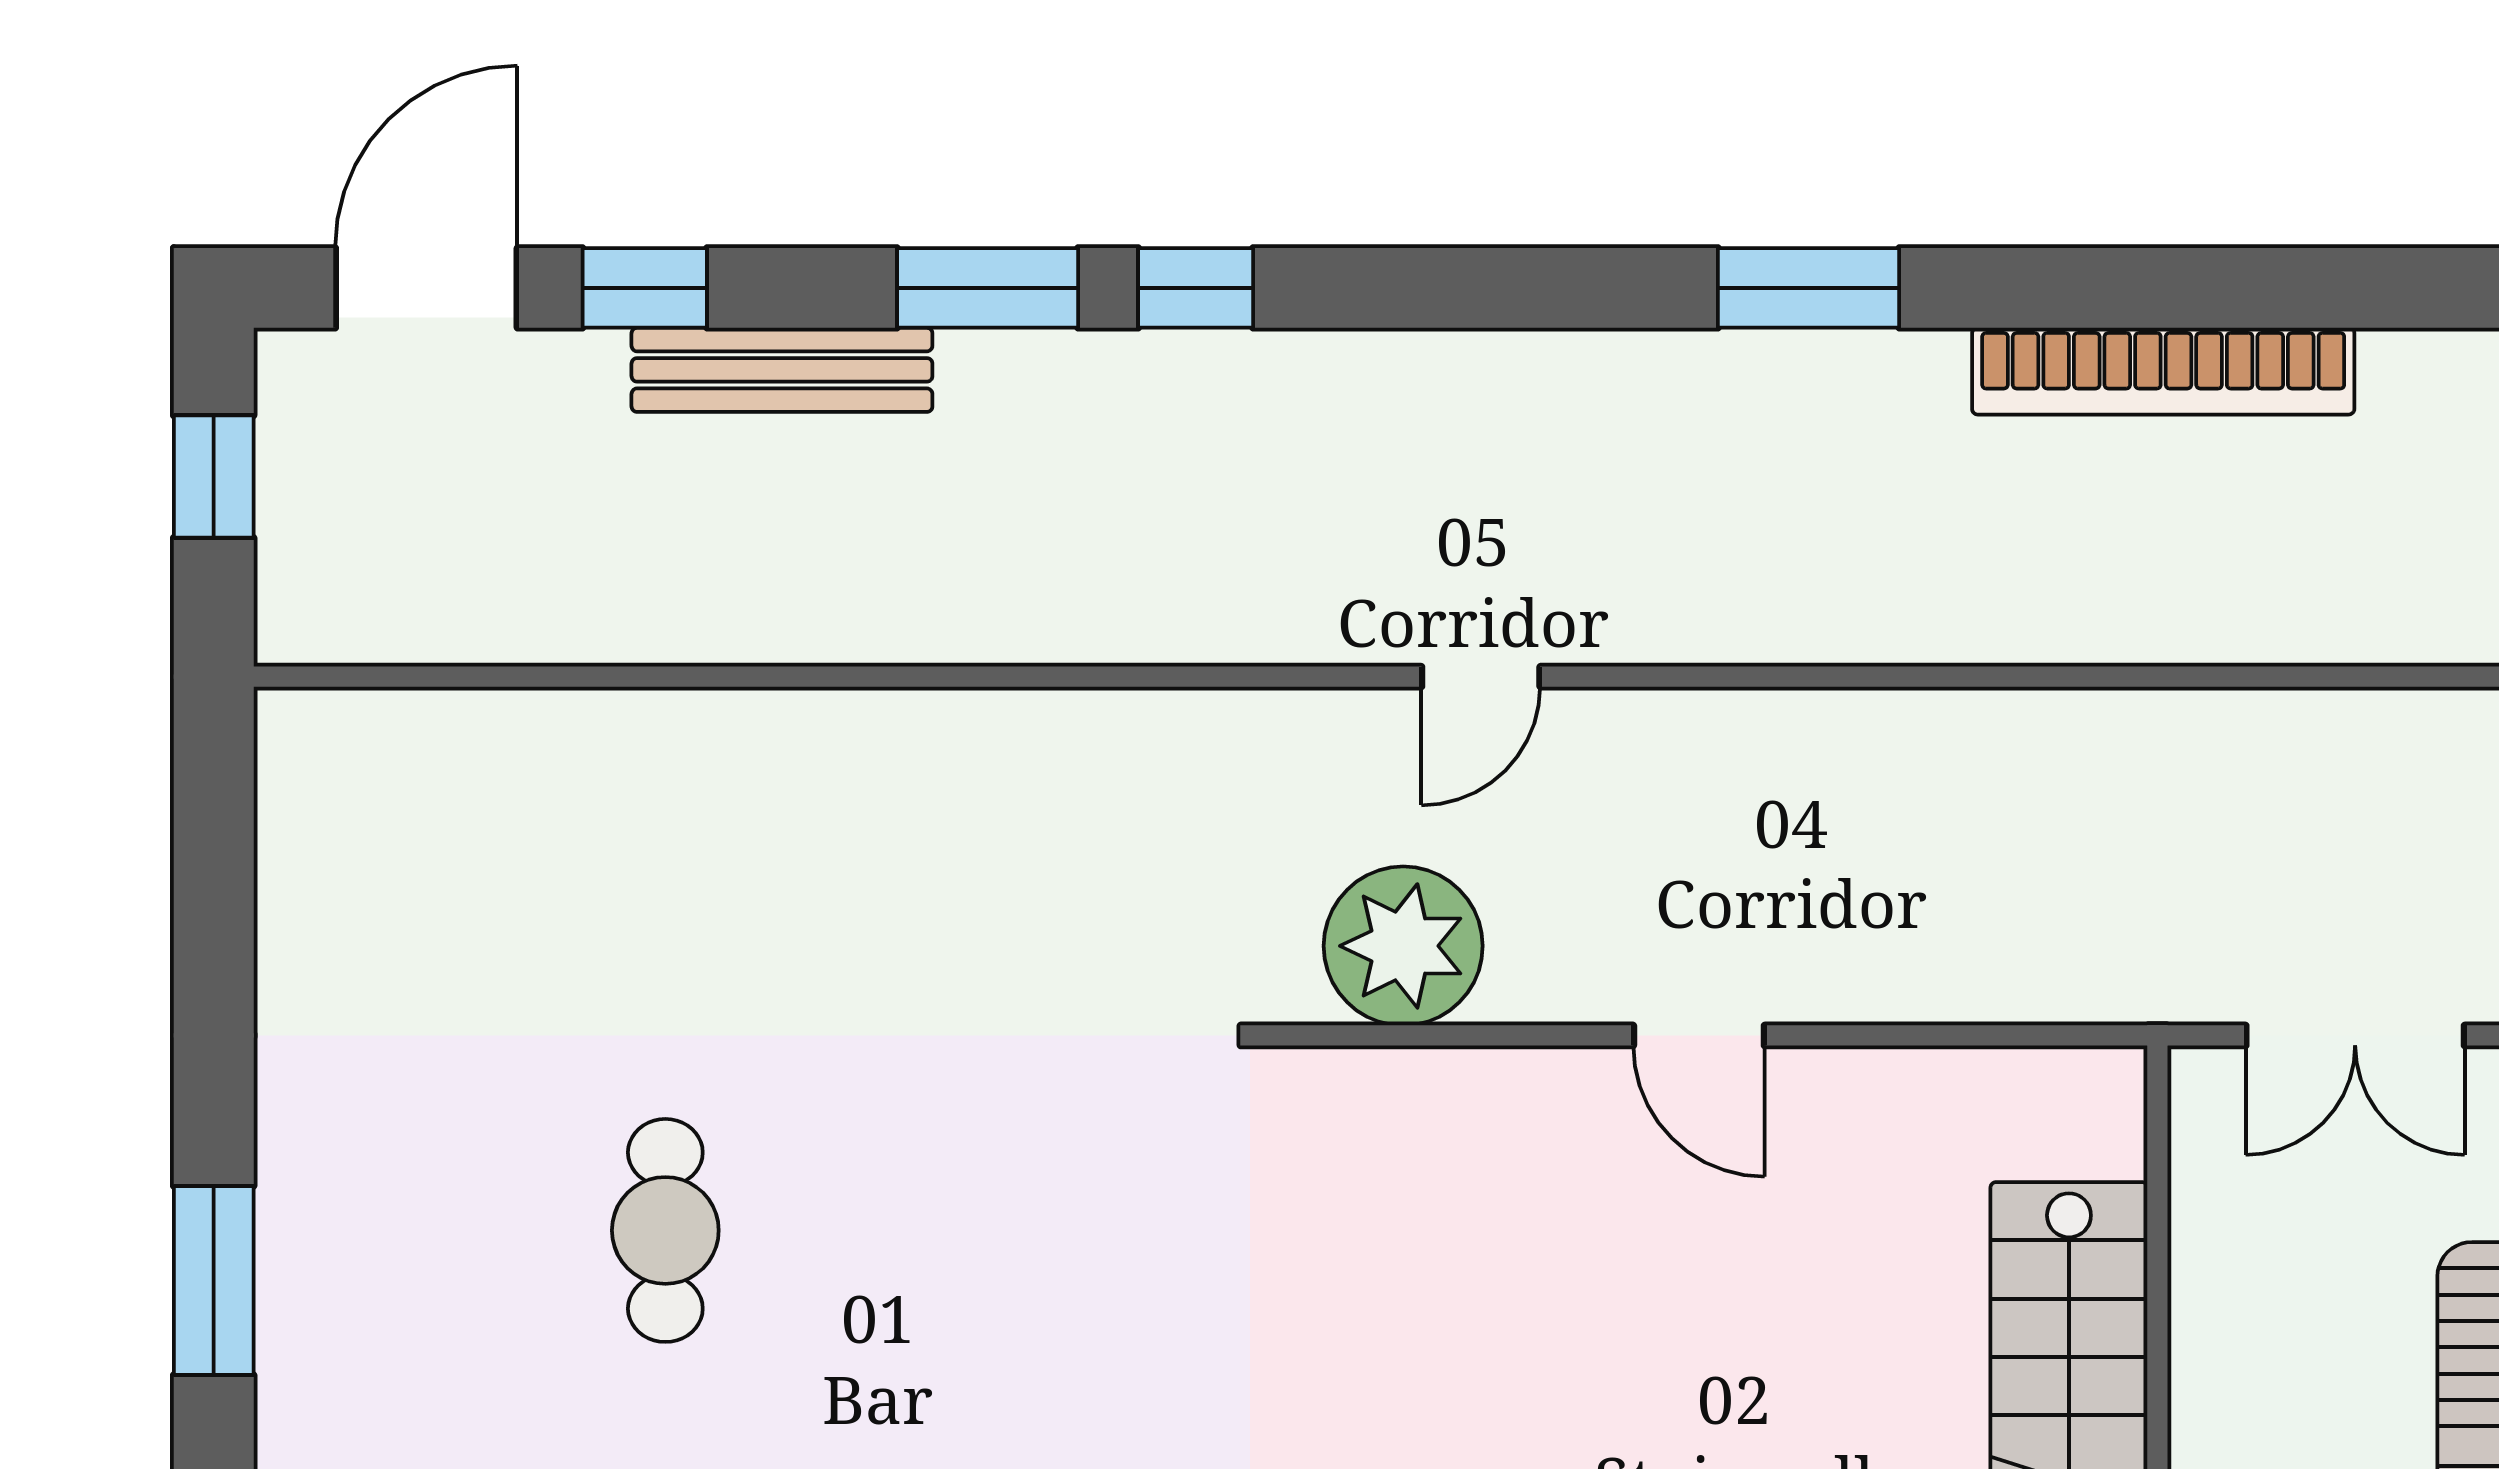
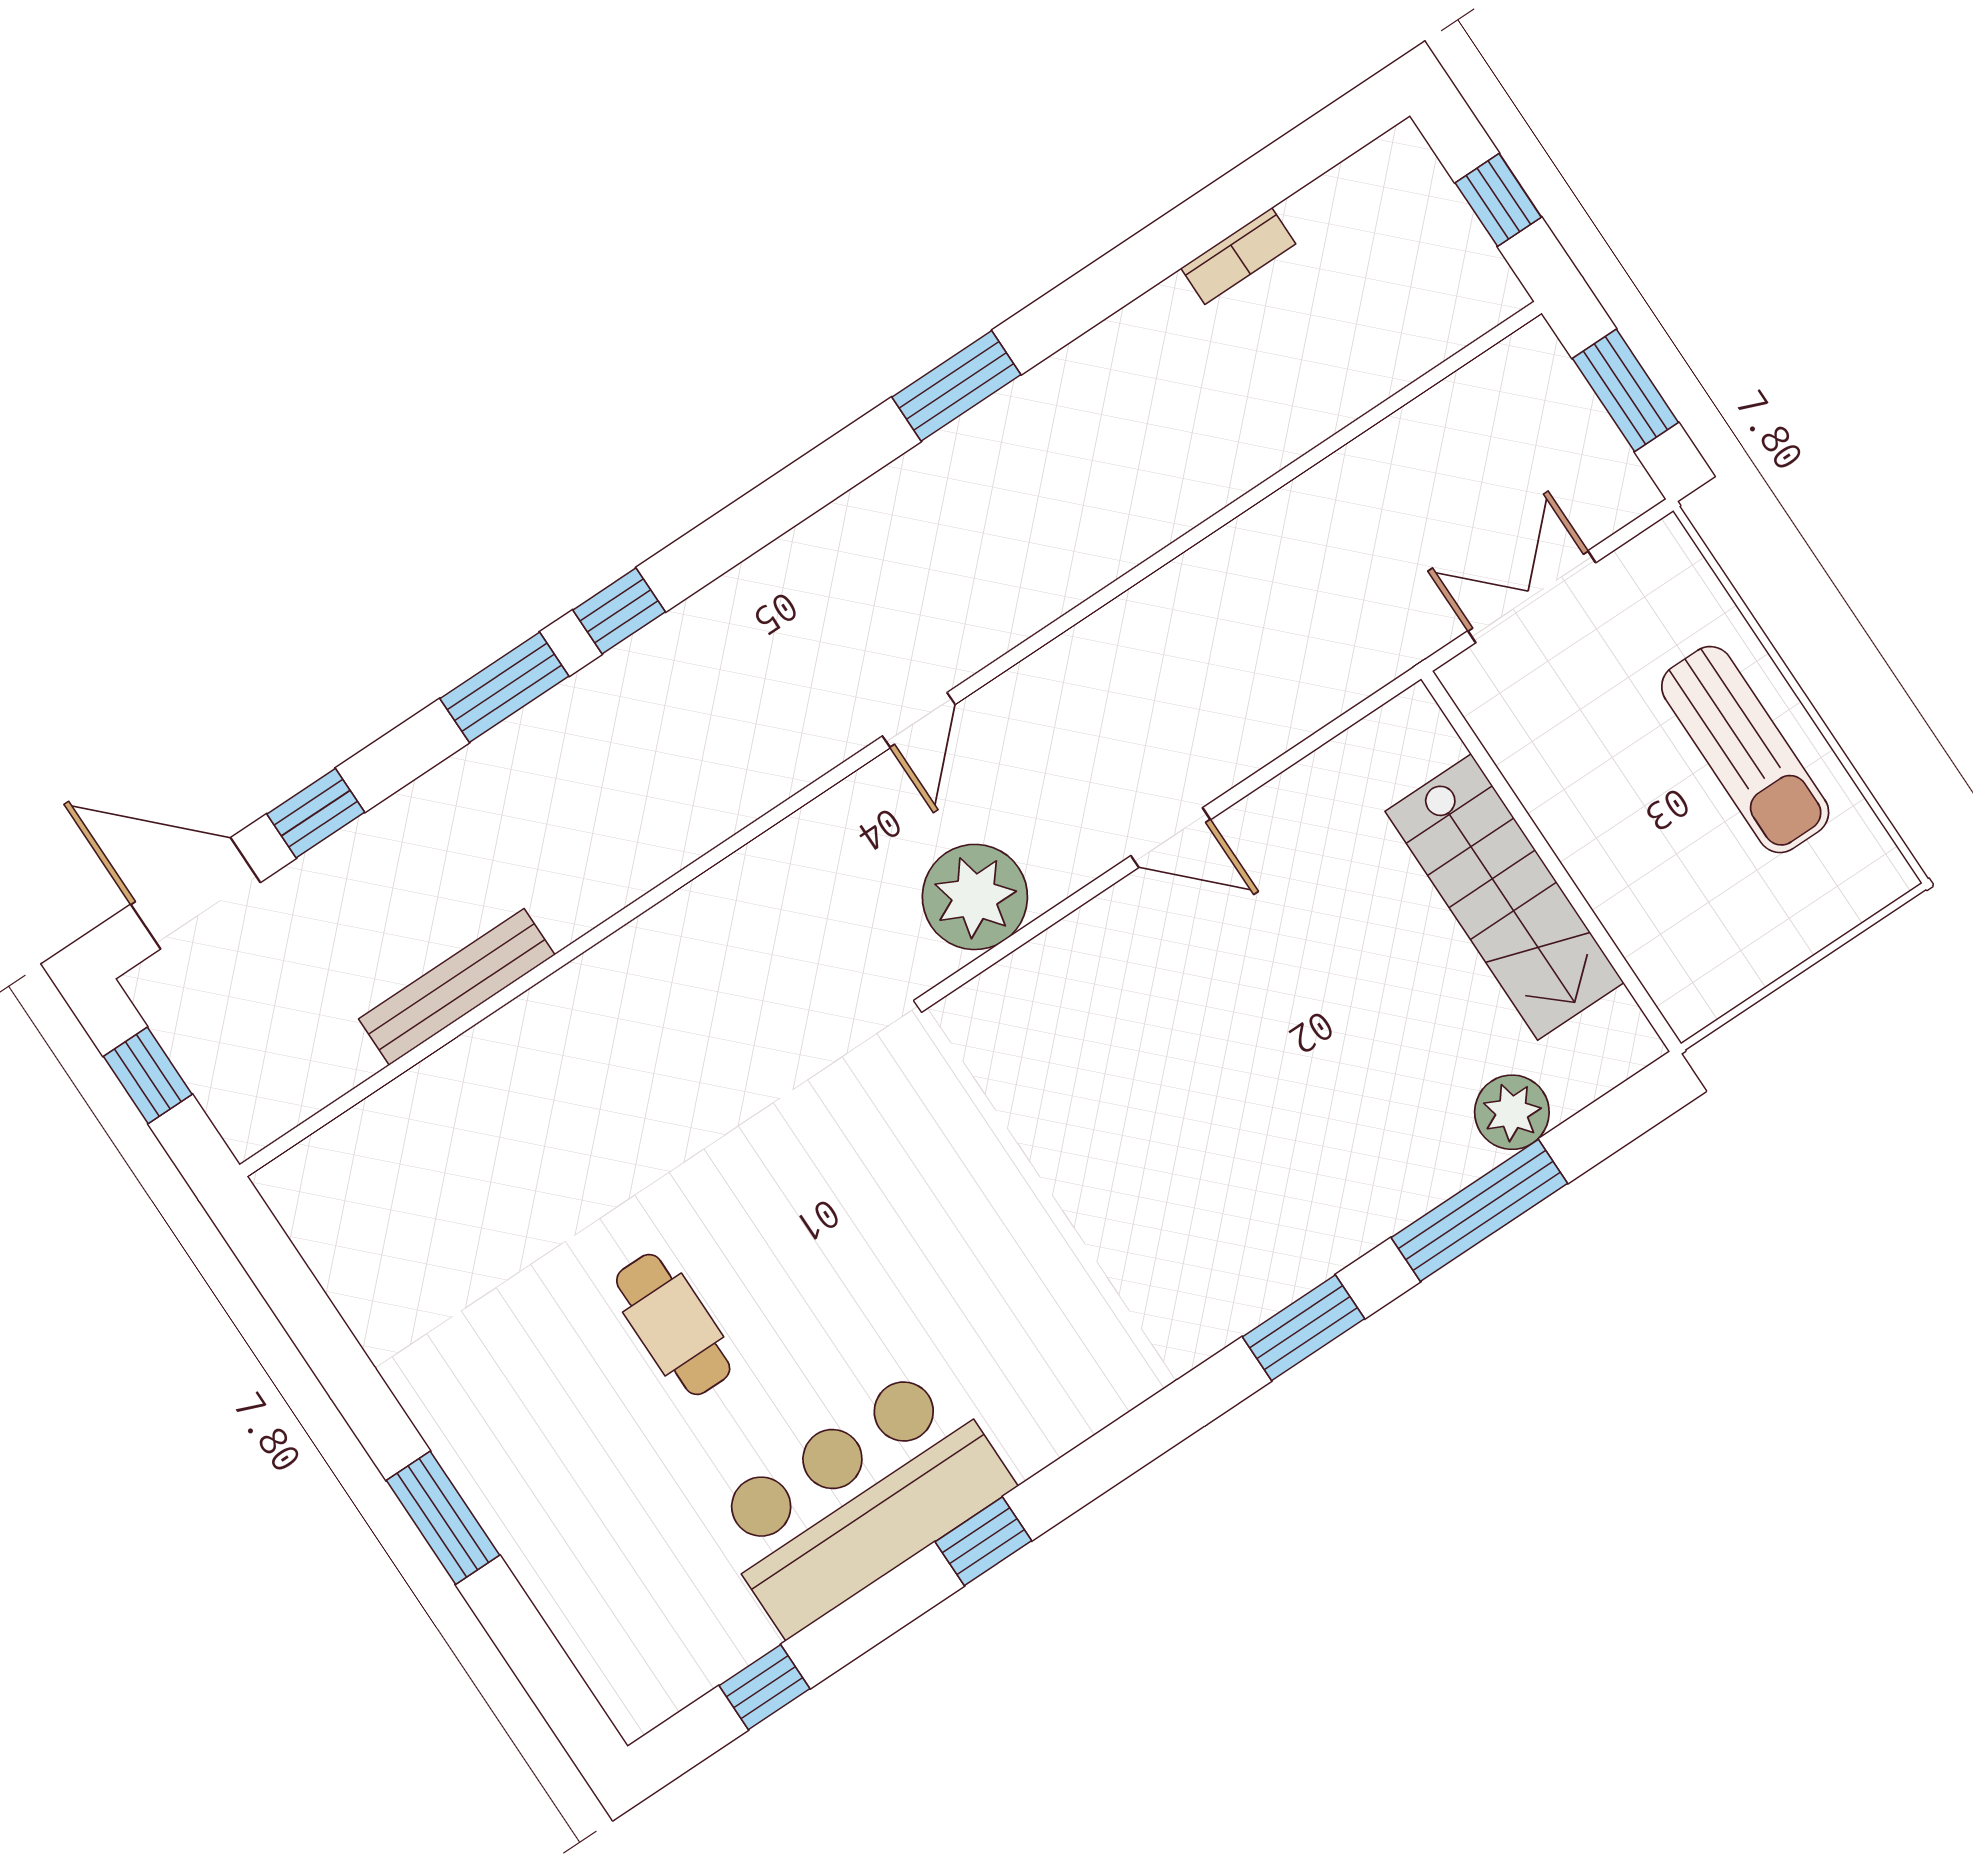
door: (426, 288) -> (195, 893), hinge flipped
bench: (782, 370) -> (457, 987), moved
bookcase: (2163, 371) -> (1238, 256), width x0.43, depth x0.76
double door: (2355, 1035) -> (1532, 597), swing flipped

